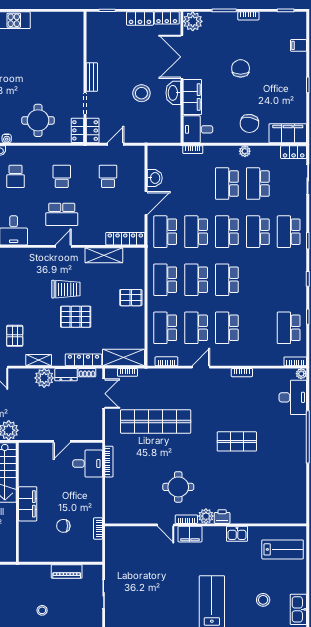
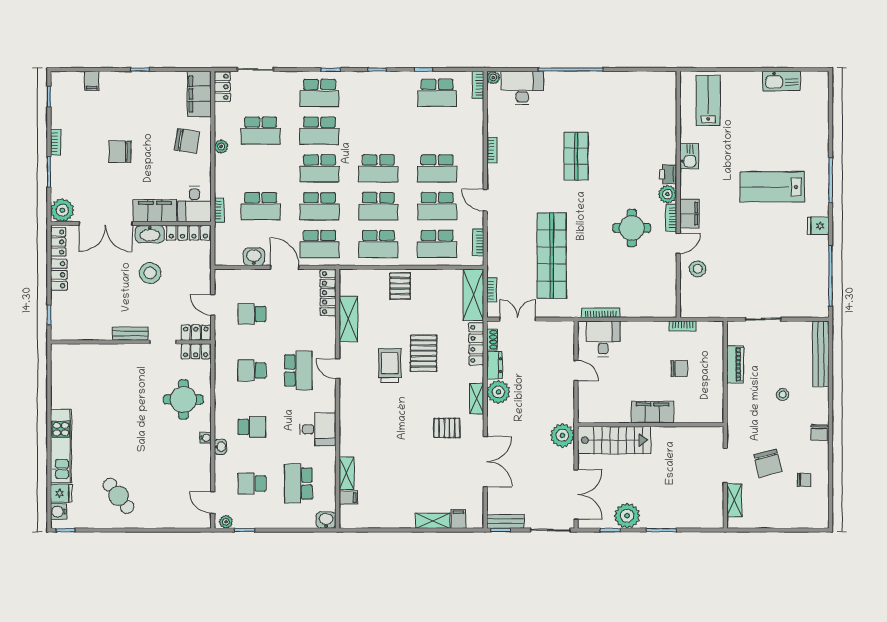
locker: (174, 124) -> (188, 233), added
school desk: (227, 184) -> (261, 206), moved
chair: (63, 526) -> (679, 368), turned -90
stool: (263, 600) -> (698, 269), moved

